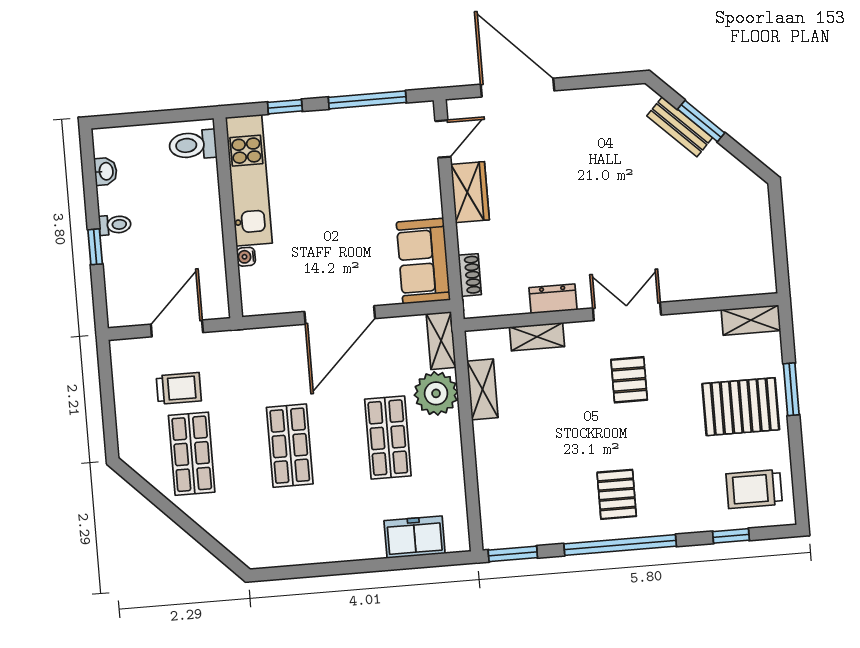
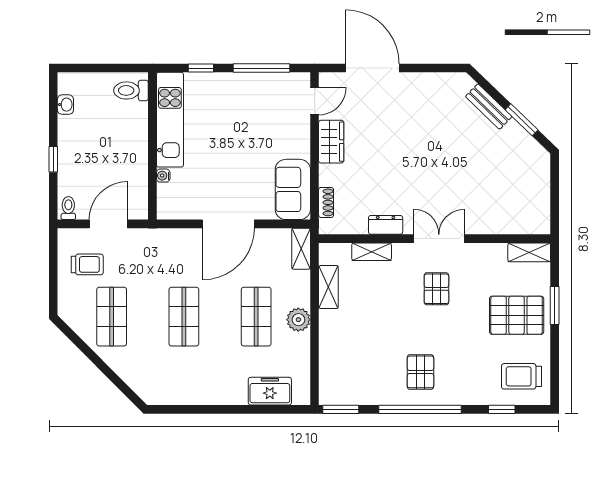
window: (701, 121) -> (522, 120), moved
toilet: (115, 225) -> (68, 208), moved, turned -90
trolley: (179, 388) -> (87, 264), moved
plant: (436, 393) -> (298, 320), moved, width x0.73, depth x0.73

